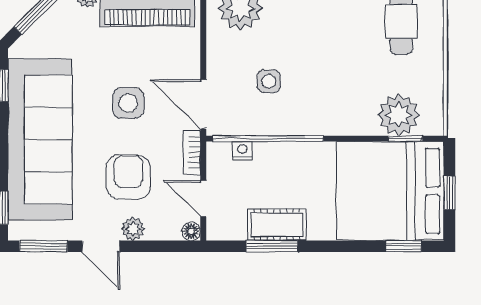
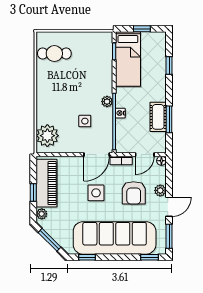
plant: (399, 115) -> (107, 102), moved, width x0.53, depth x0.53
nightstand: (242, 151) -> (120, 113), moved
armchair: (128, 177) -> (134, 193), turned -90
bed: (390, 191) -> (128, 59), width x0.49
window: (404, 246) -> (169, 66), moved

